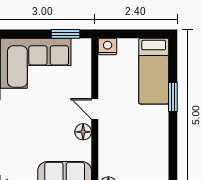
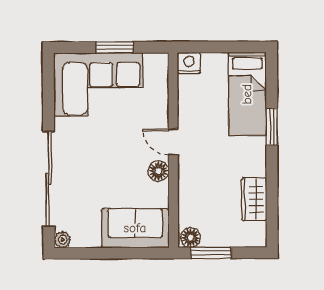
window: (65, 34) -> (115, 47), moved
wardrobe: (159, 154) -> (254, 199), added

